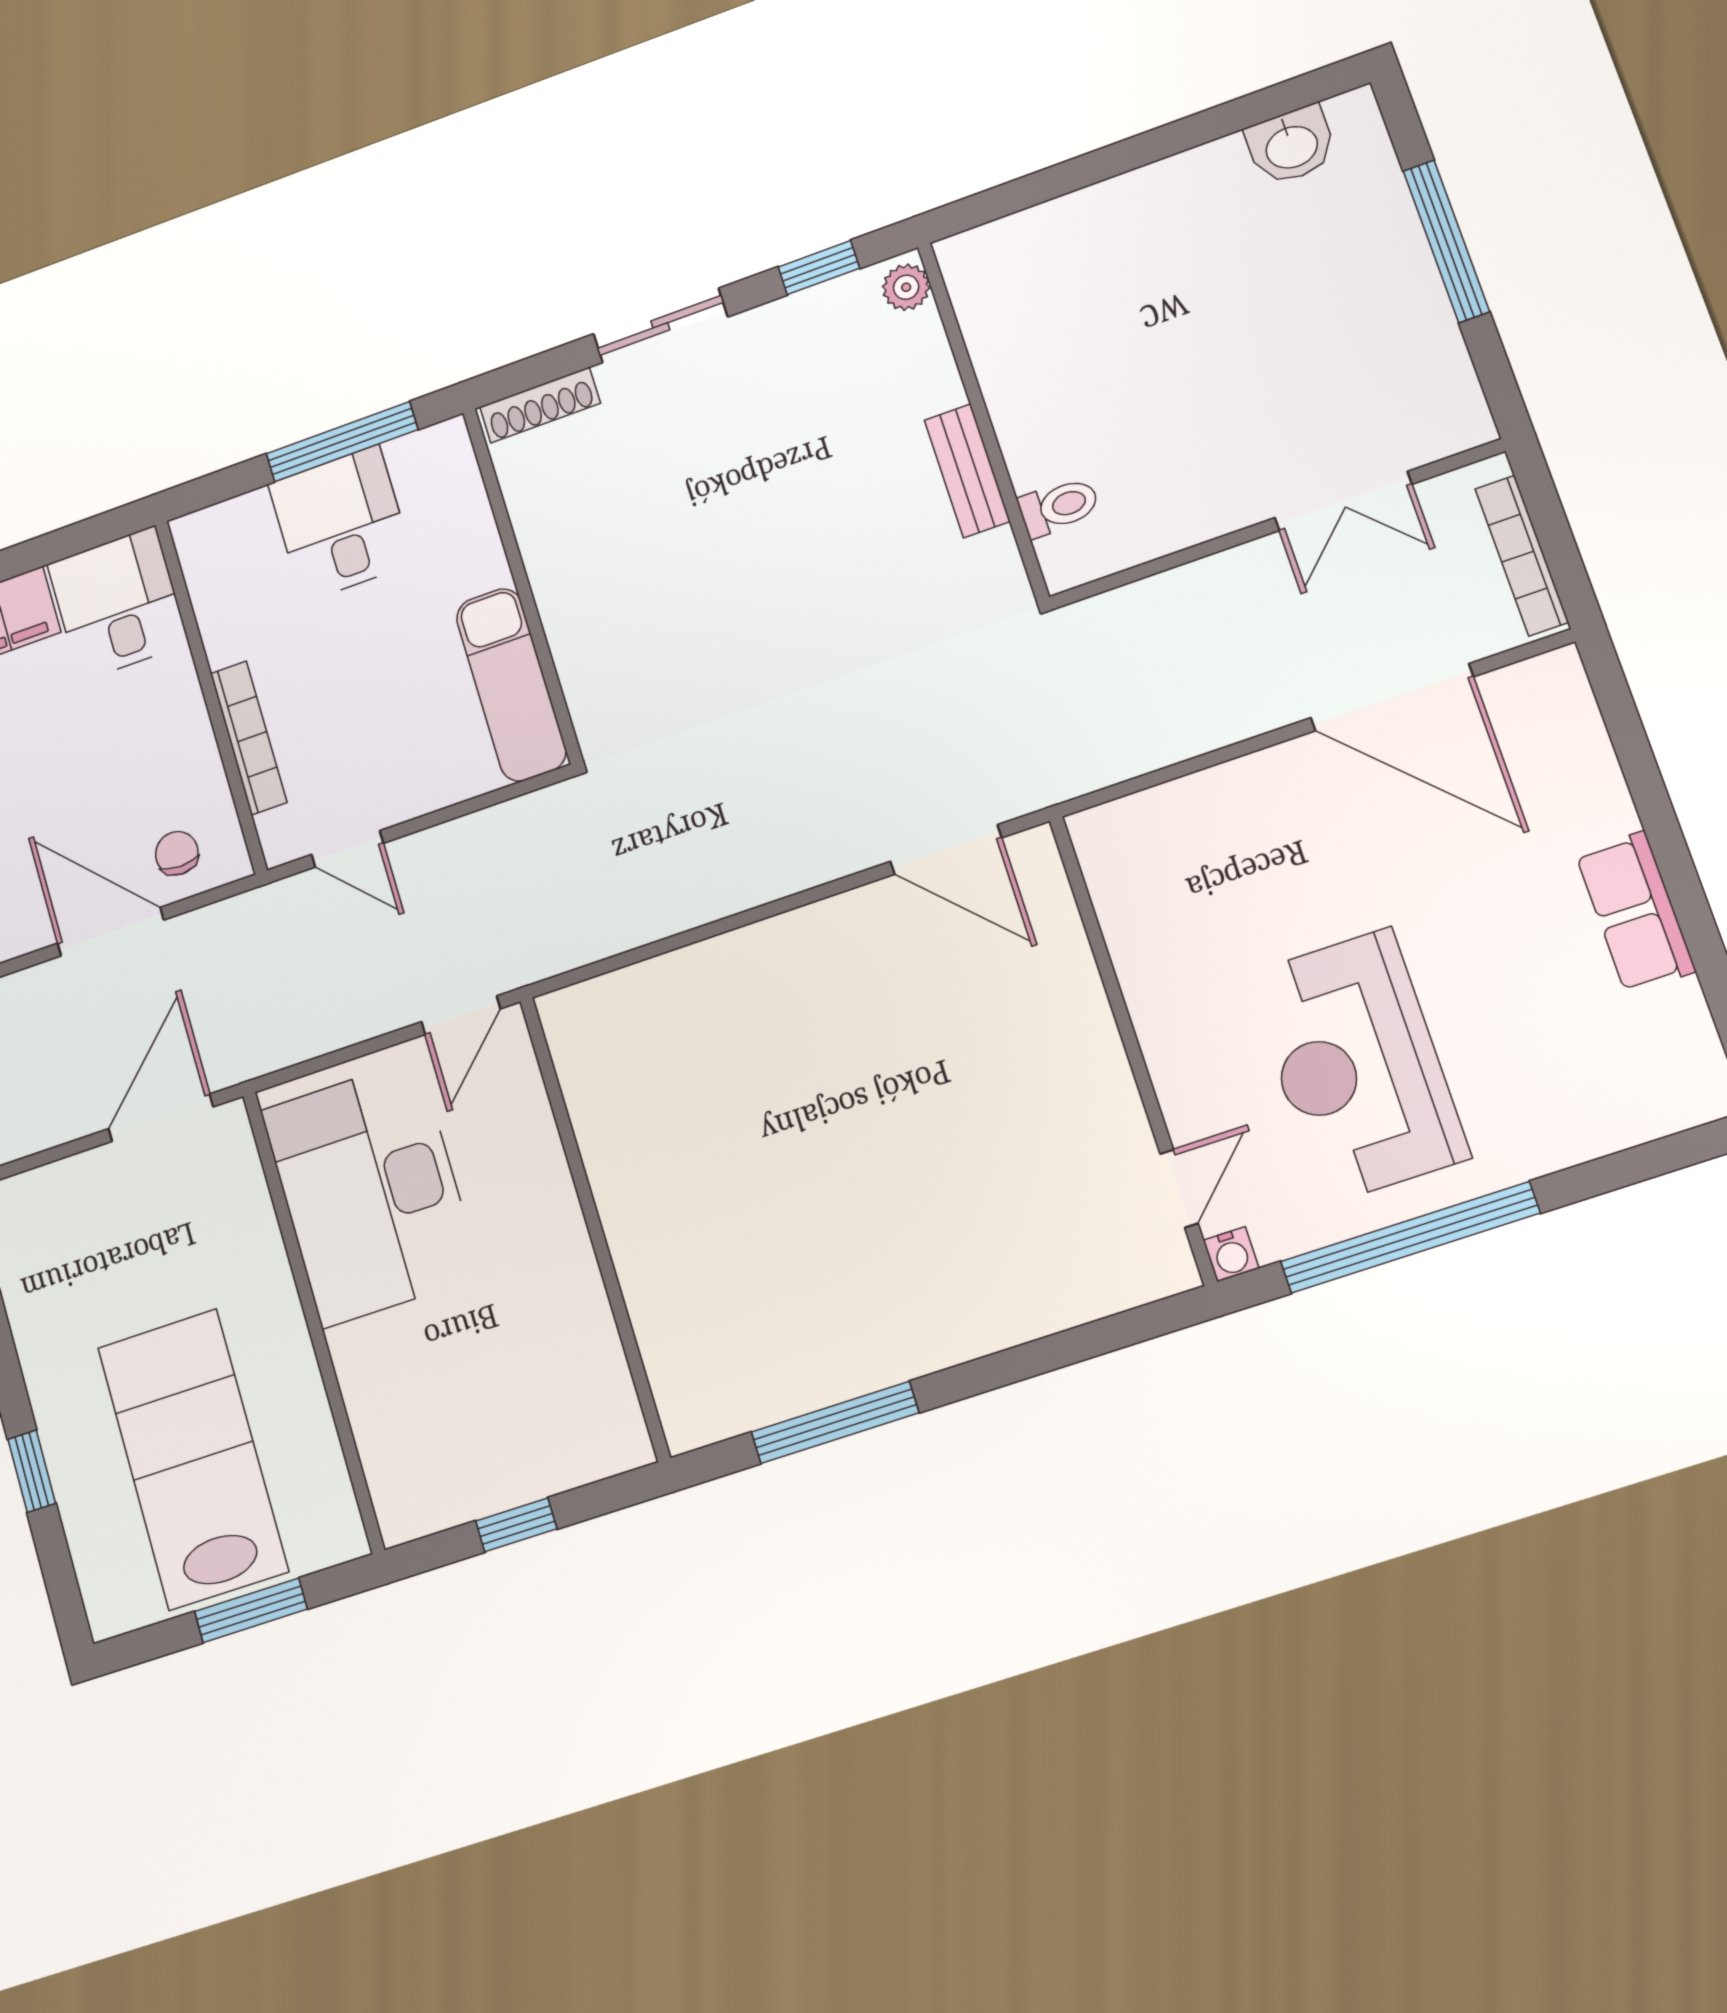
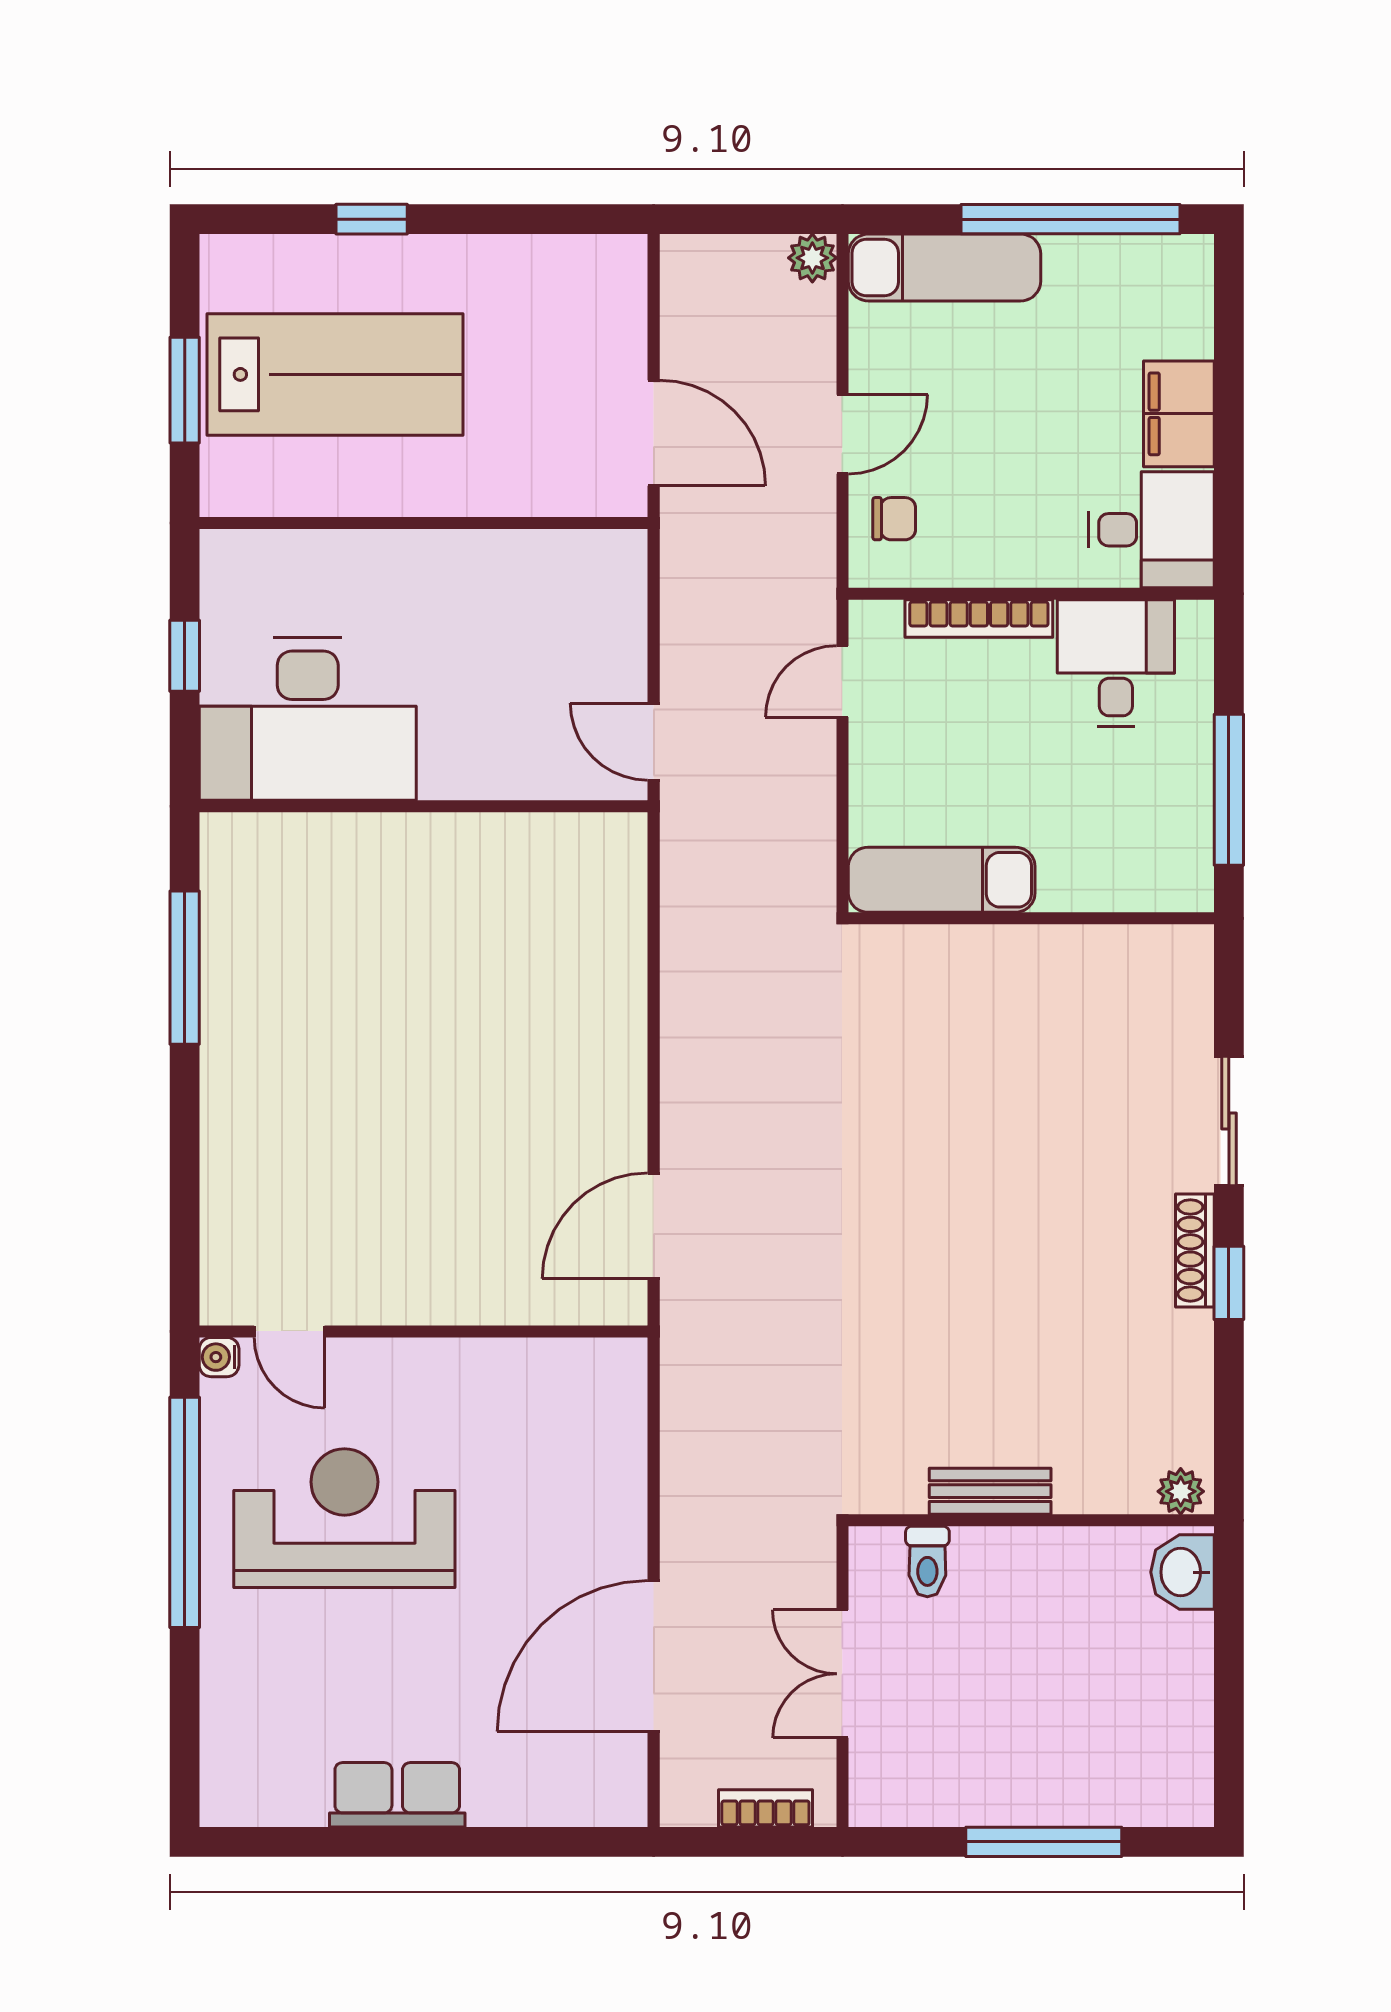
washbasin: (1291, 145) -> (1183, 1572), moved
plant: (906, 287) -> (1181, 1491), moved
shoe rack: (540, 405) -> (1195, 1250), moved
wall: (983, 420) -> (1031, 1520), moved
bench: (967, 471) -> (990, 1491), moved
toilet: (1059, 507) -> (927, 1561), moved
desk: (341, 523) -> (1116, 663), moved, turned -90
bookcase: (1522, 555) -> (765, 1808), width x0.64
door: (111, 932) -> (842, 434), width x0.73
desk: (370, 1193) -> (308, 719), moved, turned 180

